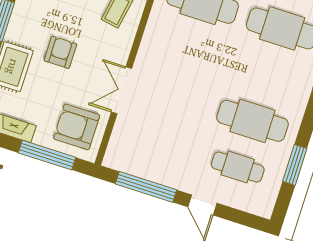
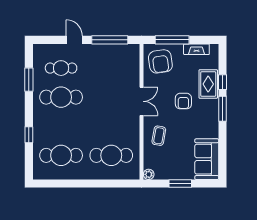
double door: (122, 90) -> (141, 101), moved
armchair: (77, 127) -> (160, 61), turned 82

